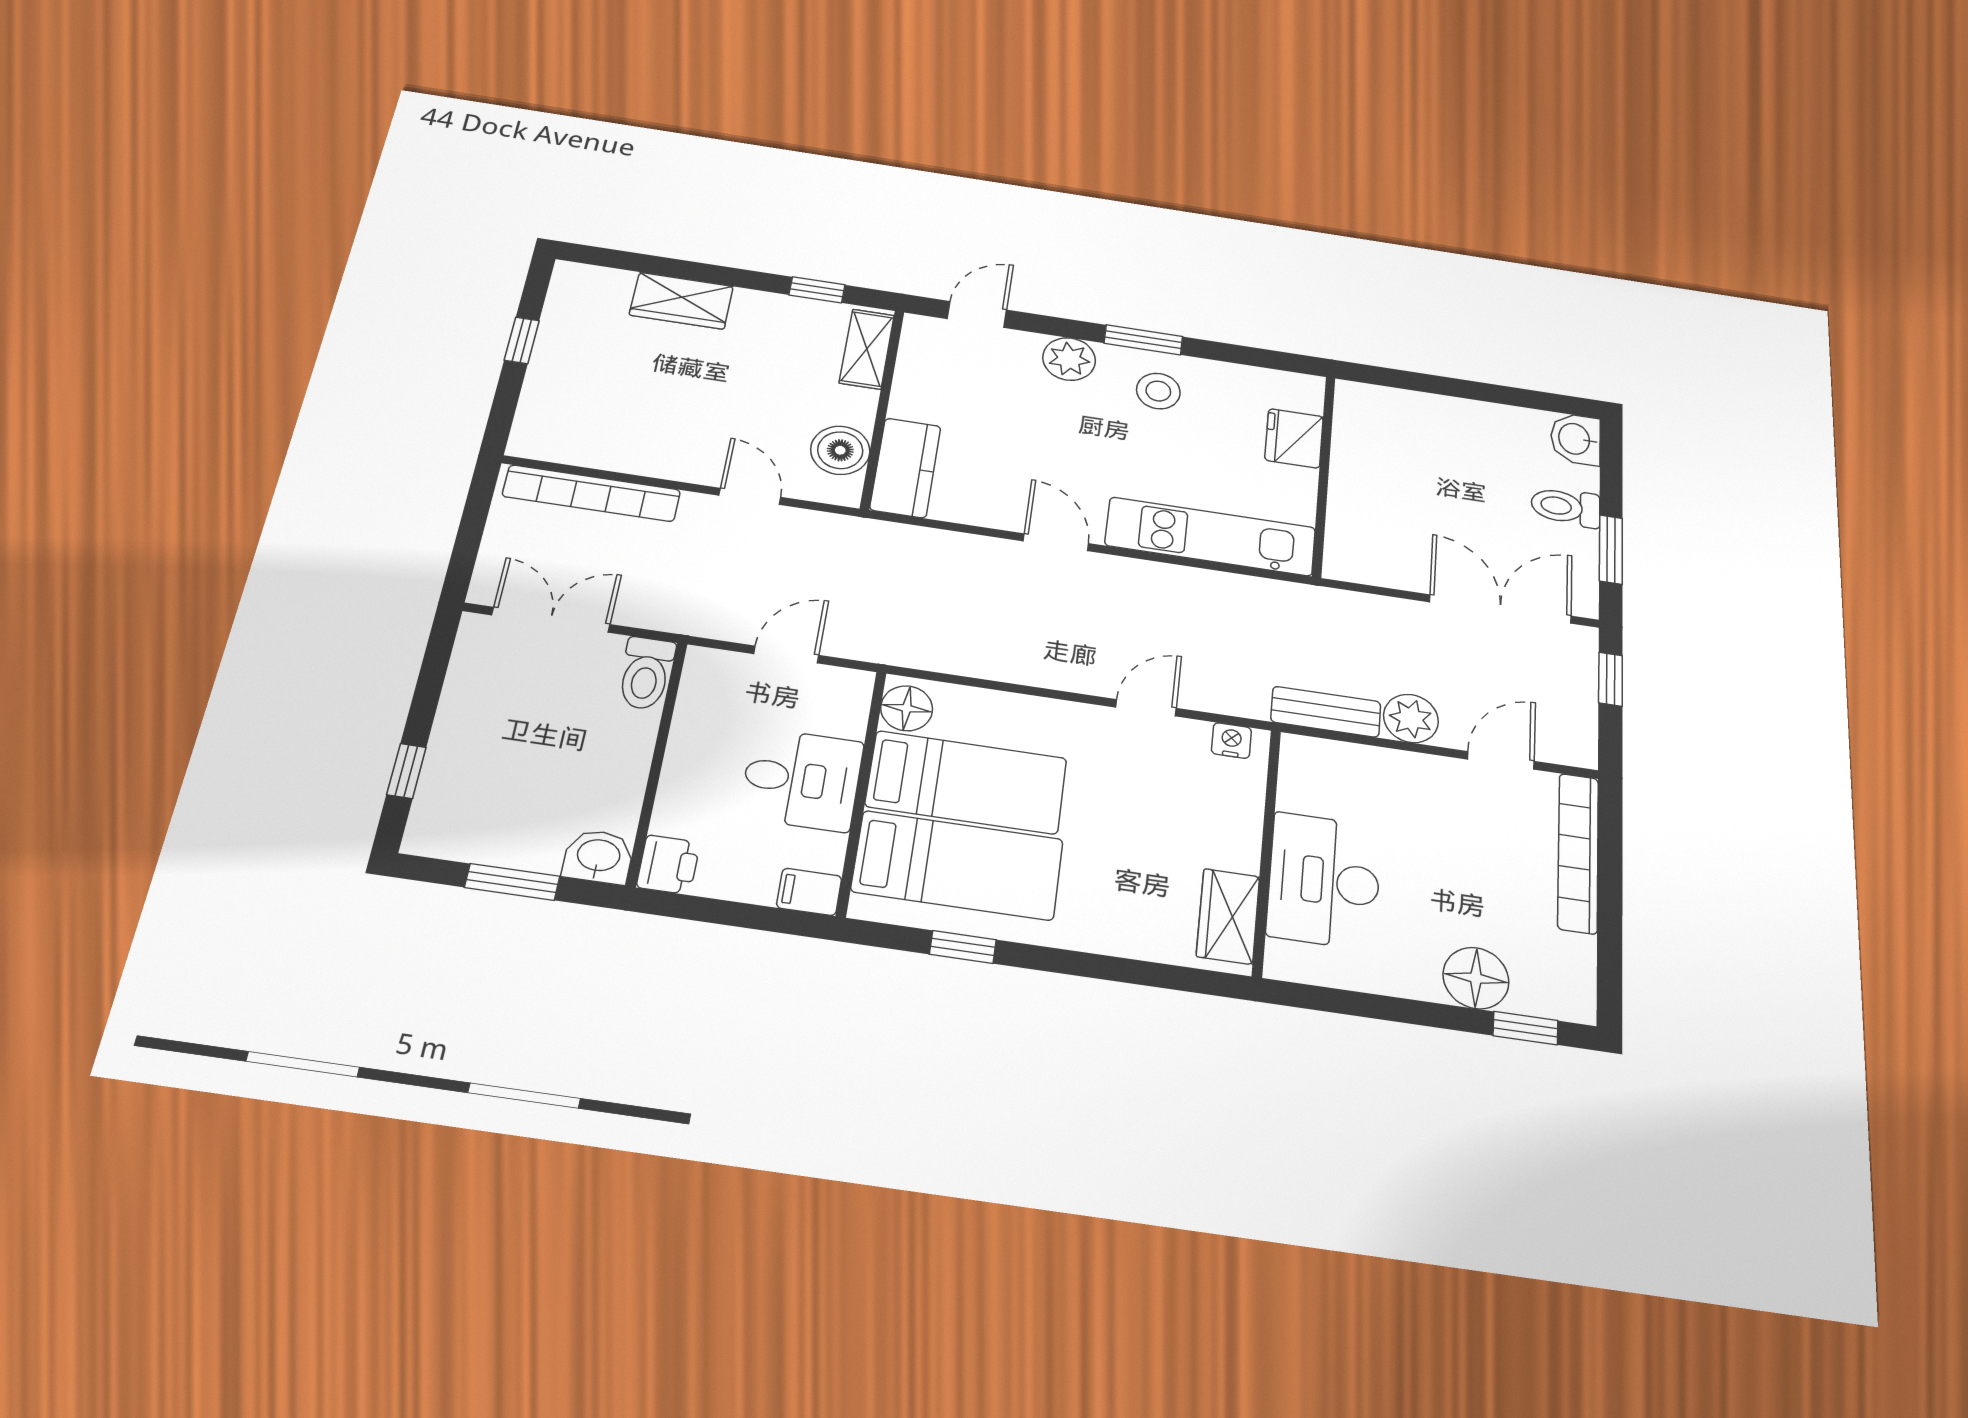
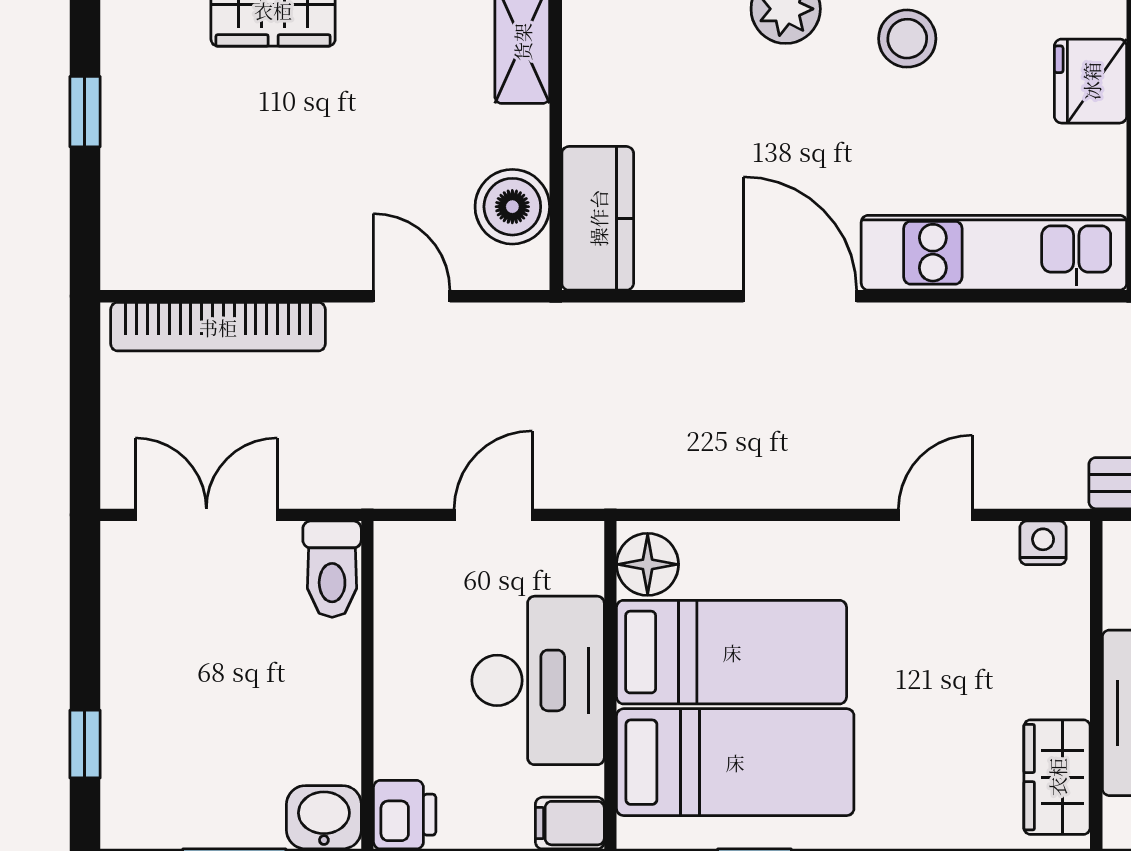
door: (1056, 542) -> (800, 296), width x1.38
desk: (801, 780) -> (538, 680), width x1.37

